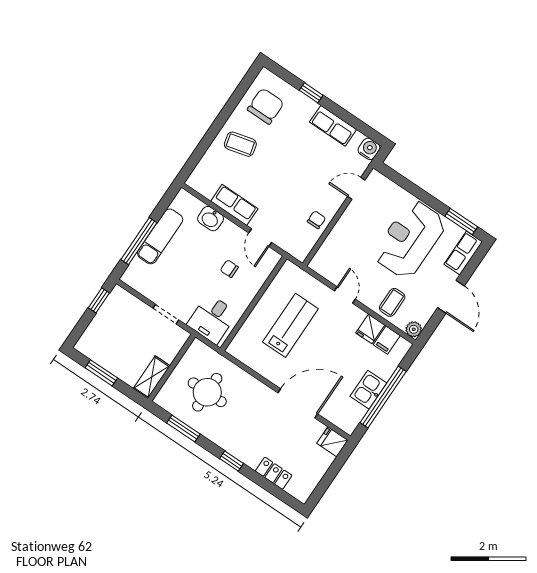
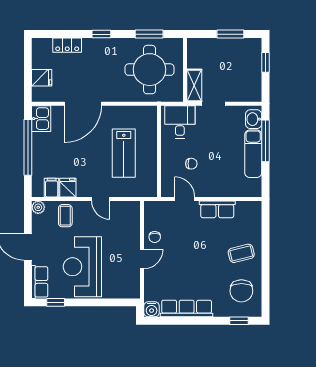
window: (311, 93) -> (239, 321), moved
row of seats: (333, 126) -> (187, 308), width x1.48
door: (356, 188) -> (142, 259), moved
washbasin: (211, 219) -> (254, 119), moved, turned -90
window: (461, 222) -> (56, 302), width x0.67
reception desk: (410, 239) -> (82, 267), turned 180
window: (99, 300) -> (265, 62), moved
shelving: (152, 377) -> (194, 86), moved
kitchen sink: (368, 390) -> (41, 119), moved
round table: (207, 392) -> (150, 70), width x1.36, depth x1.36
fridge: (332, 442) -> (42, 78), moved

